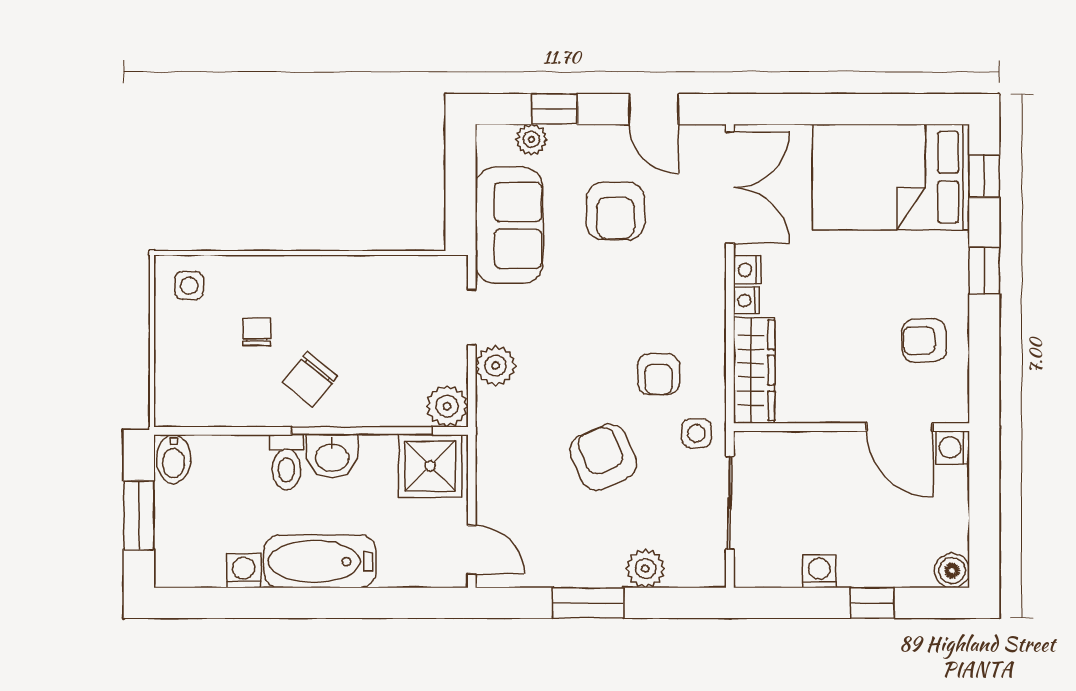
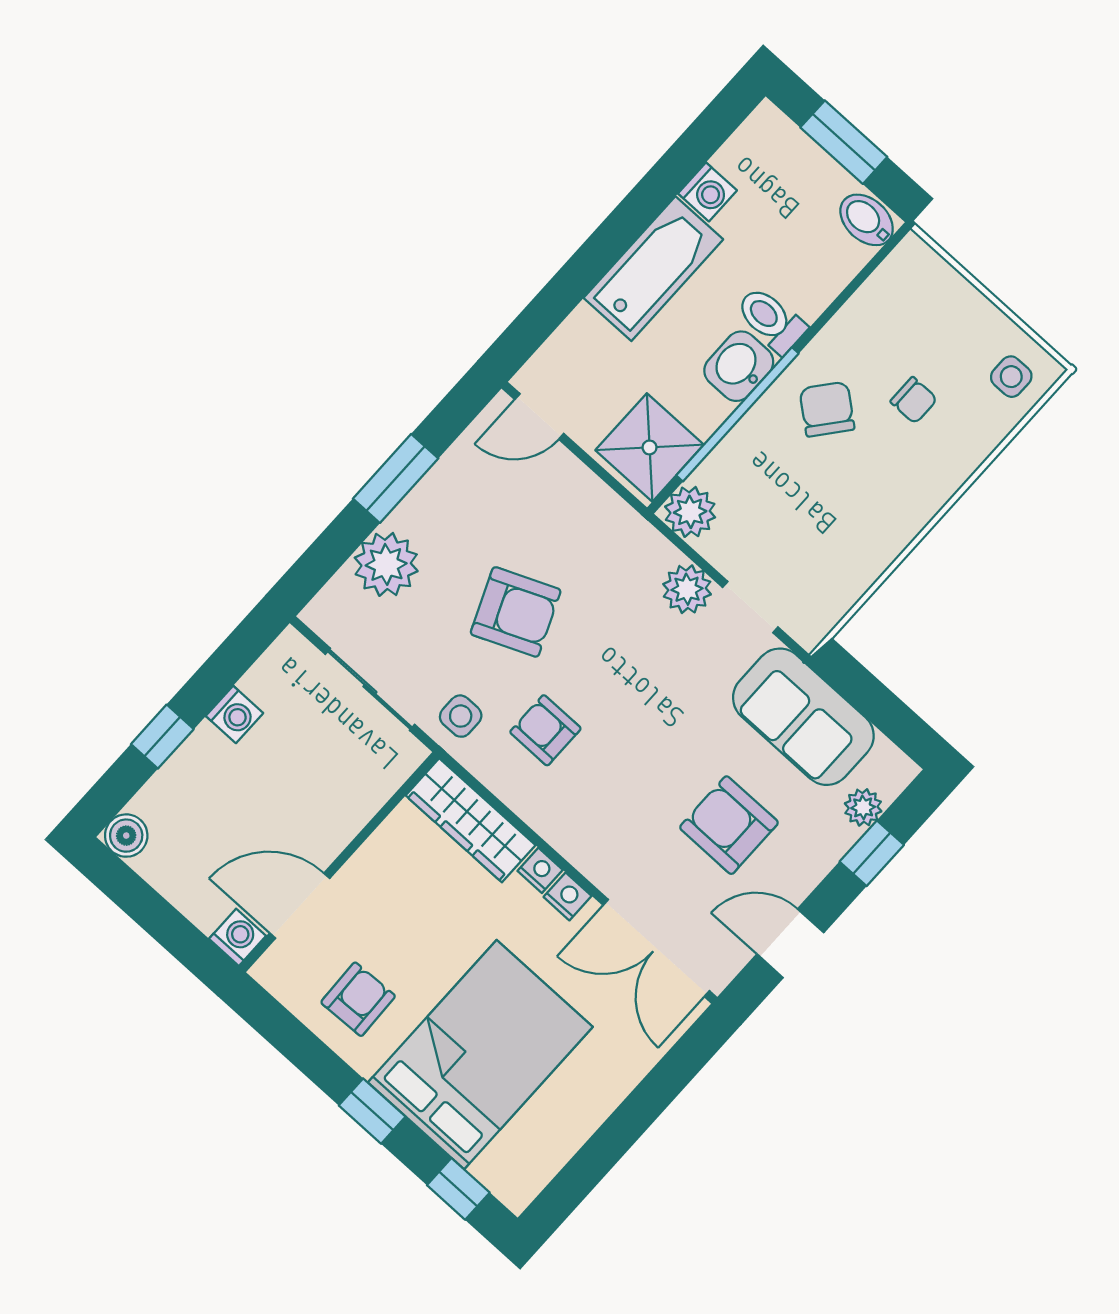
bed: (891, 177) -> (480, 1055), moved
plant: (645, 569) -> (386, 564), width x1.36, depth x1.36

